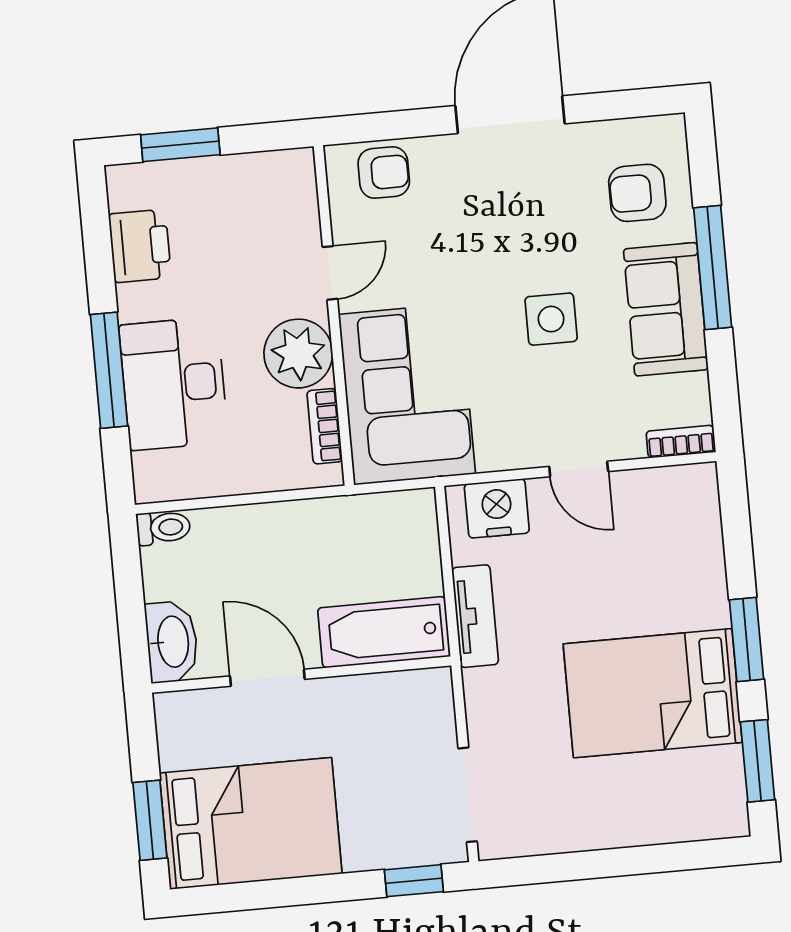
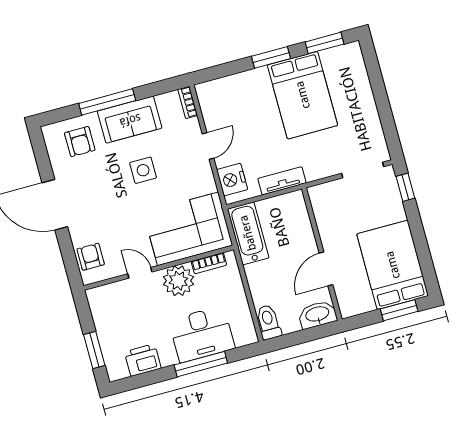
toilet: (163, 528) -> (268, 322), width x1.37, depth x1.39
bathtub: (384, 632) -> (248, 233), moved, turned 180

